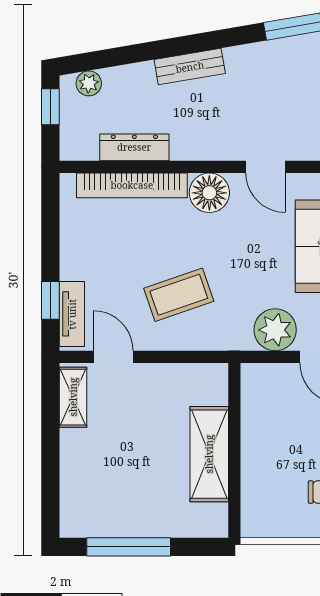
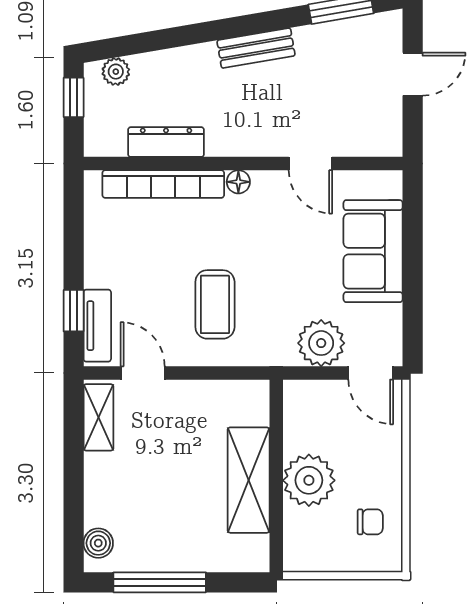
bench: (190, 67) -> (256, 48), moved
floor lamp: (209, 193) -> (238, 182), width x0.53, depth x0.53
coffee table: (179, 295) -> (215, 304), turned -71
plant: (264, 454) -> (309, 480), added
boiler: (73, 511) -> (98, 543), added

